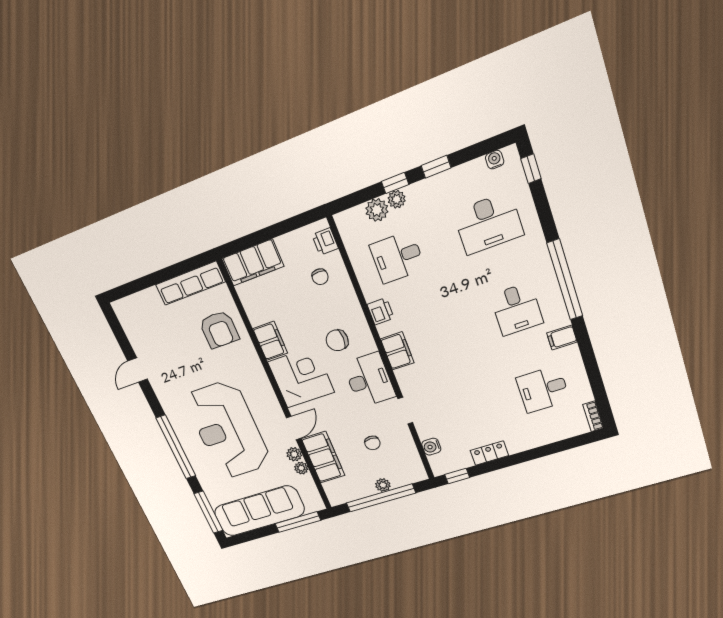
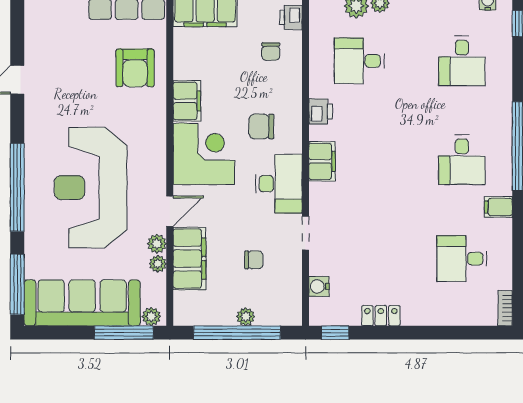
desk: (488, 223) -> (462, 61), width x0.73
chair: (372, 443) -> (254, 260), turned -90
plant: (313, 506) -> (151, 317), added

